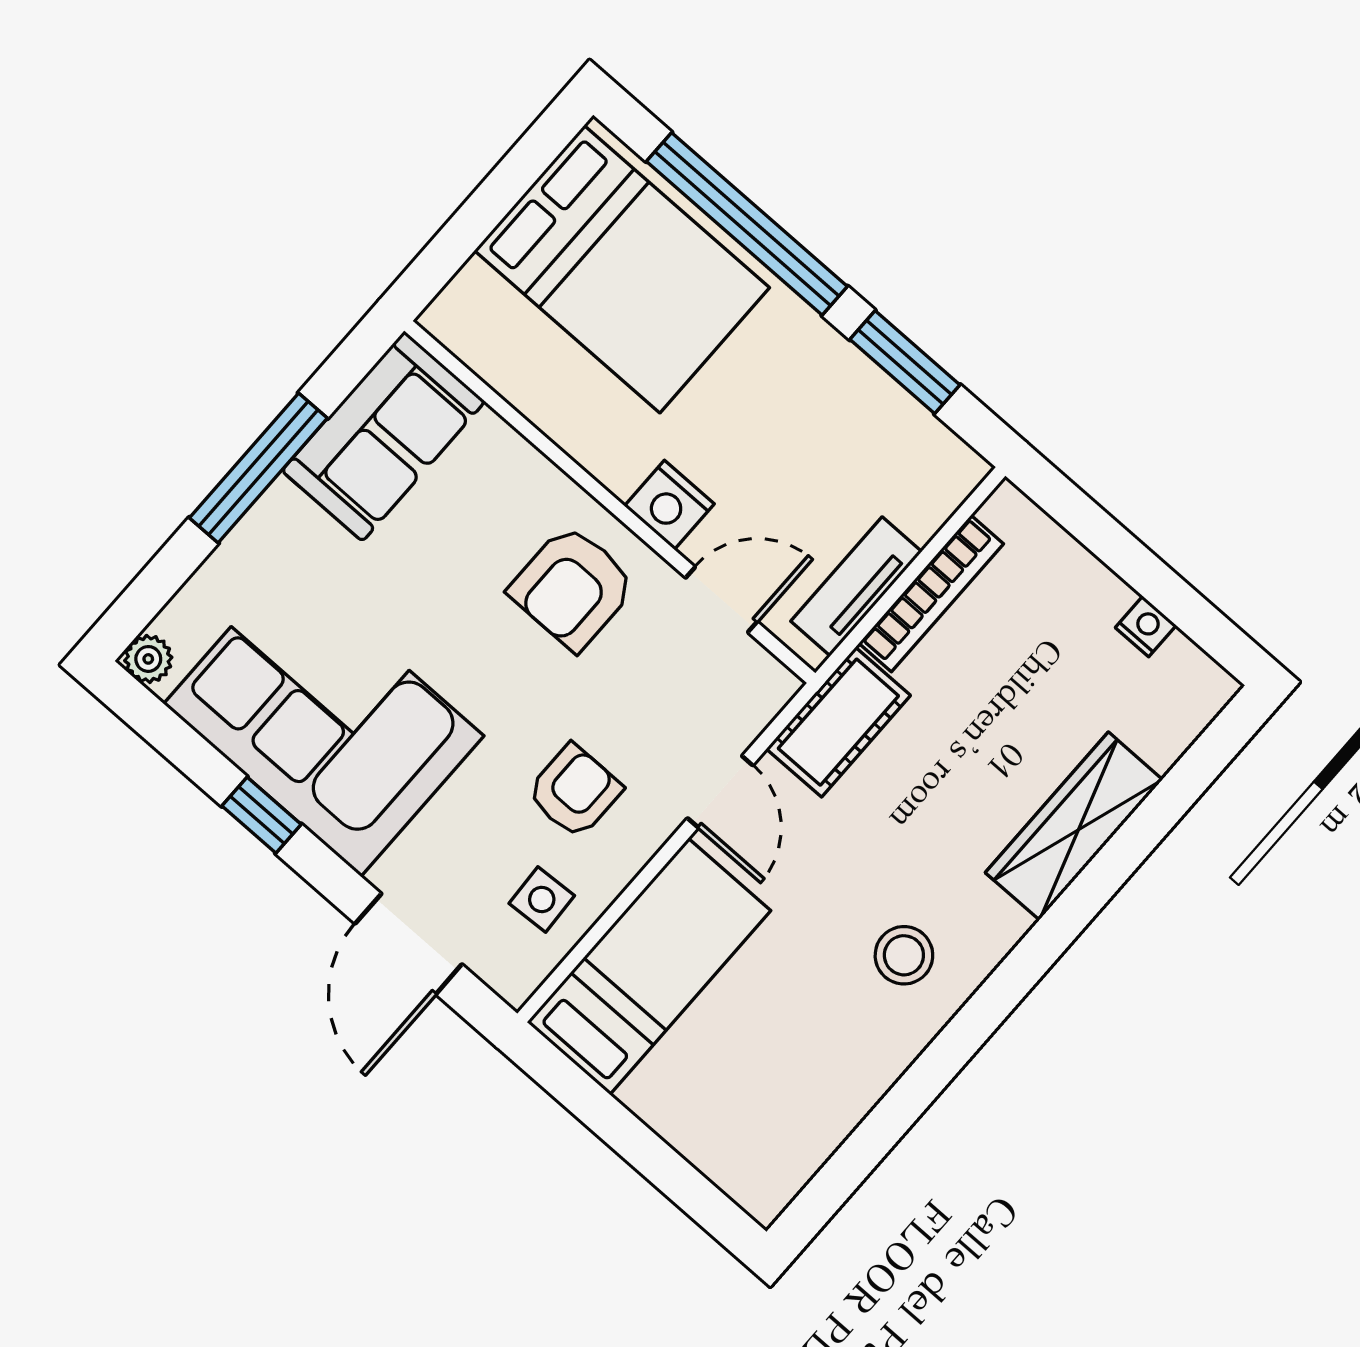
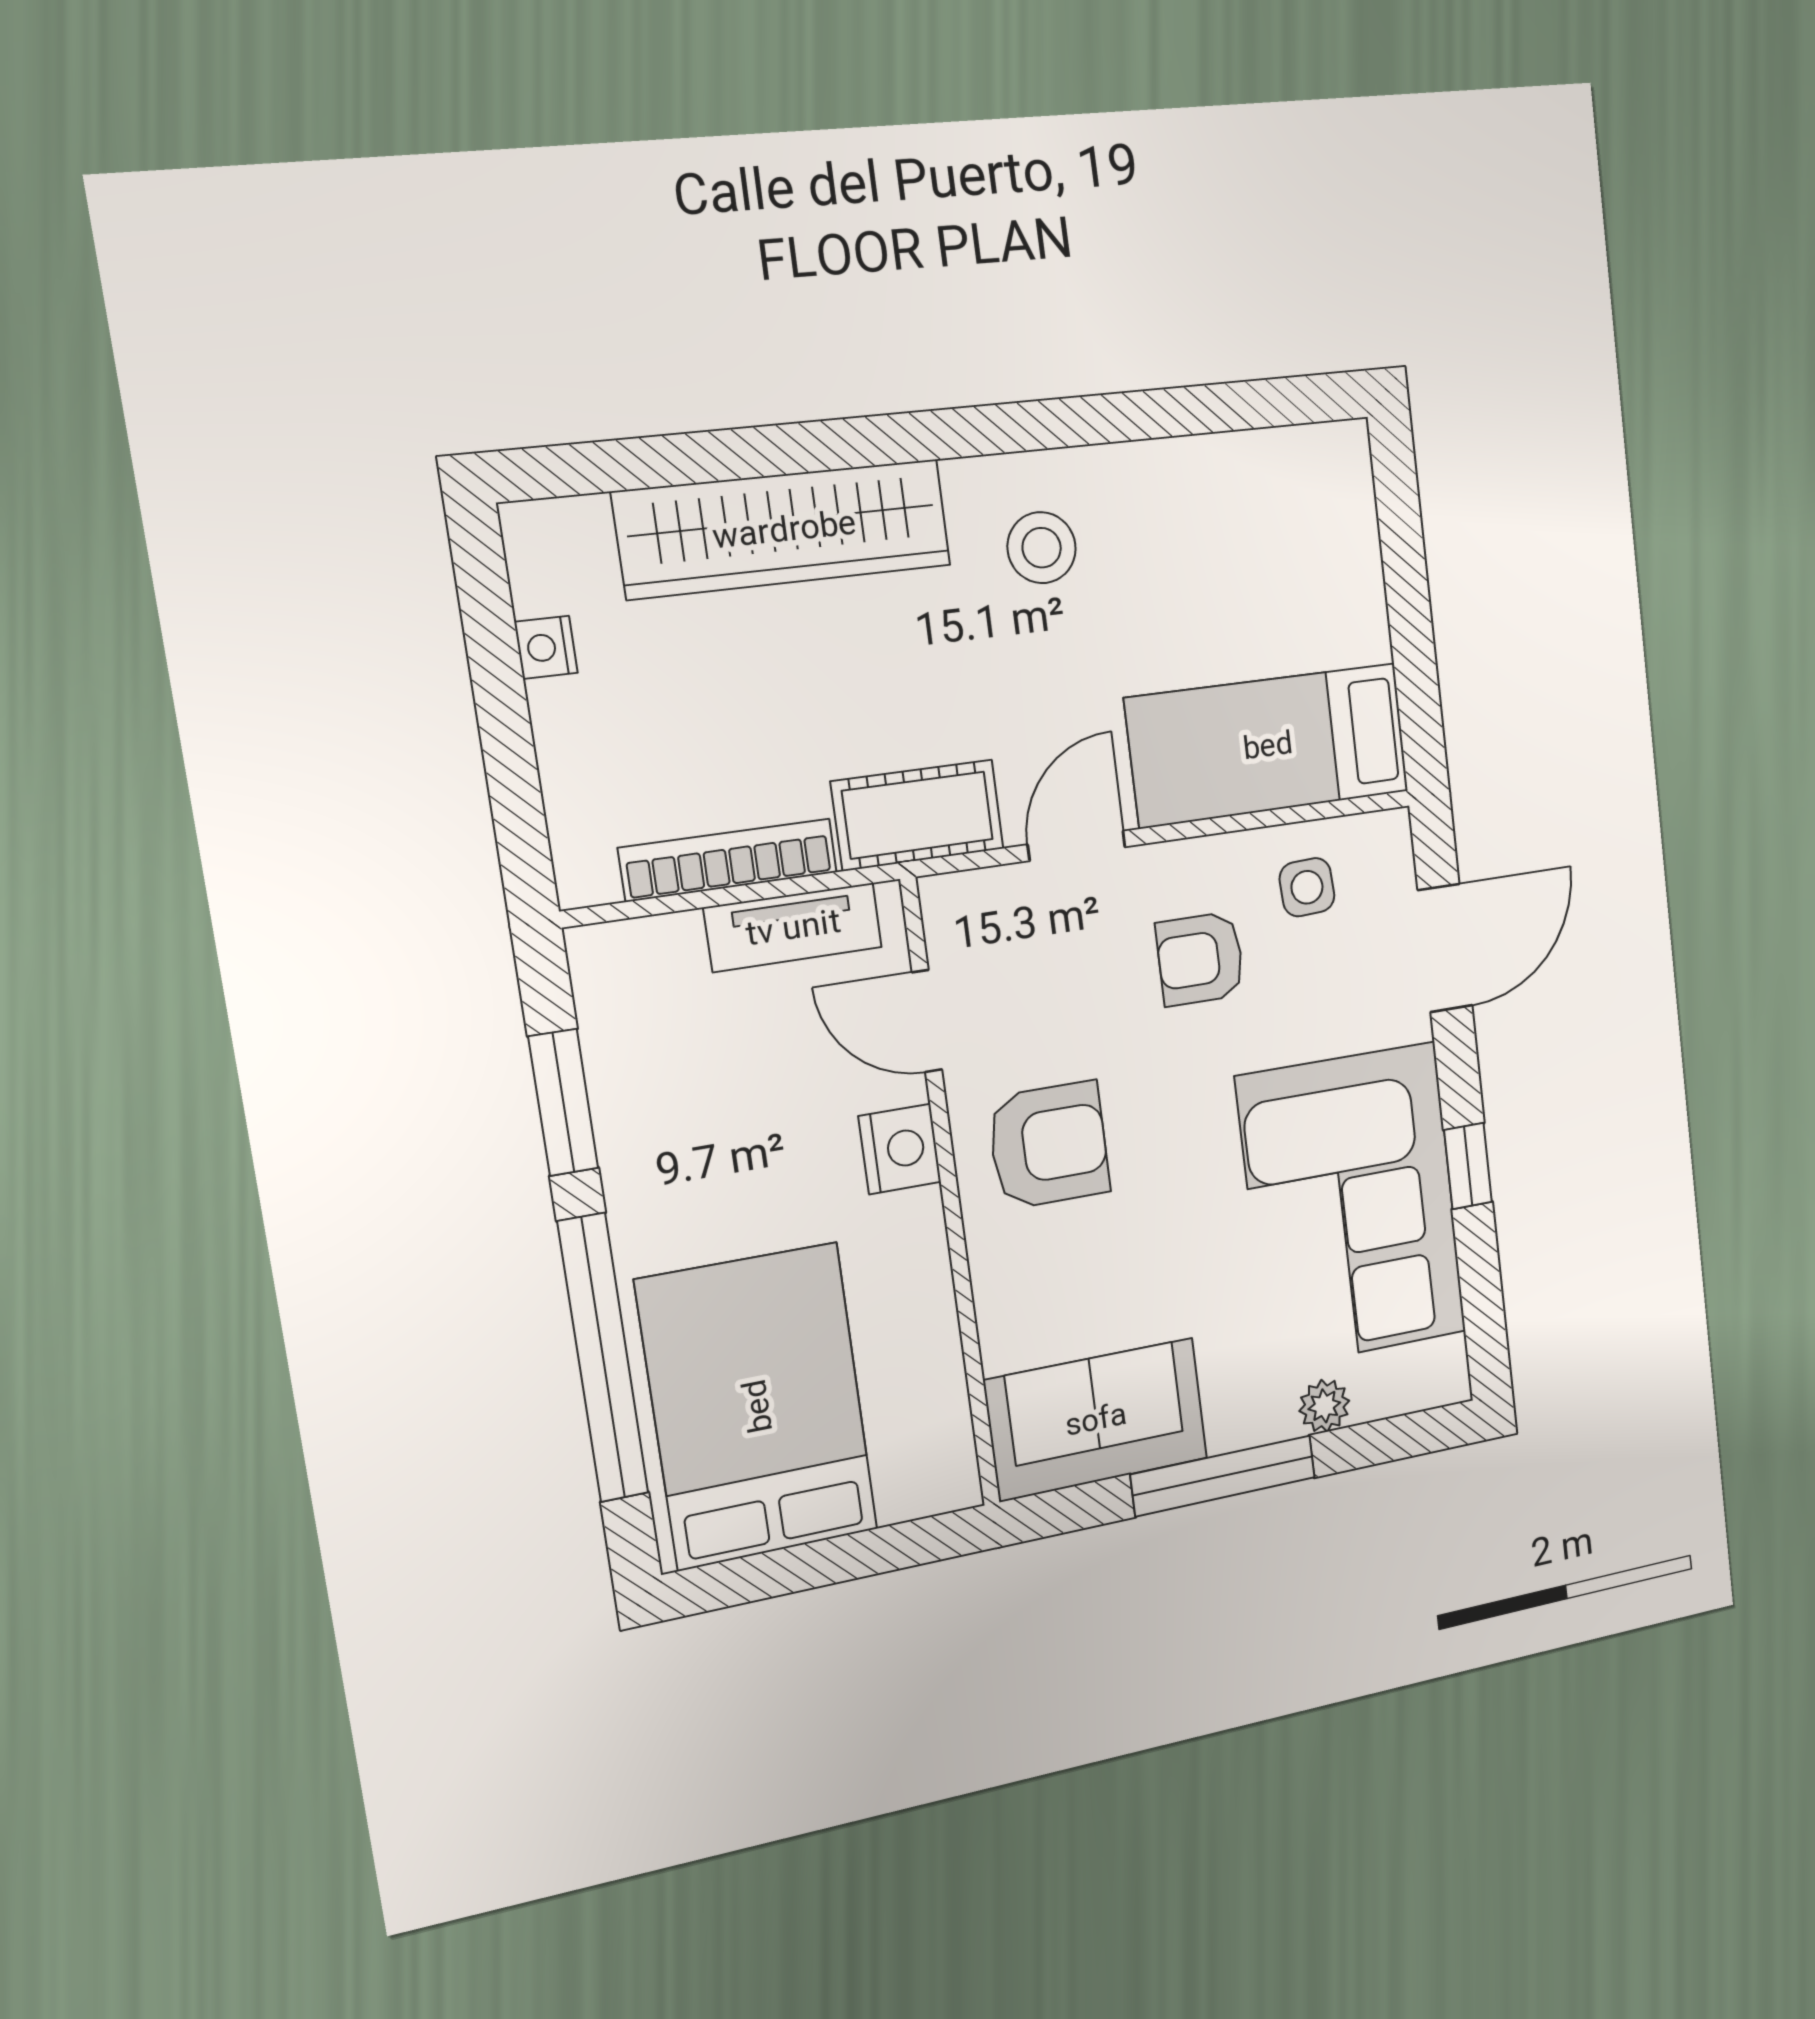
plant: (148, 659) -> (1324, 1406), moved
wardrobe: (1074, 826) -> (784, 529), width x1.40, depth x1.17

